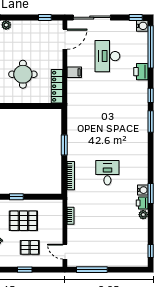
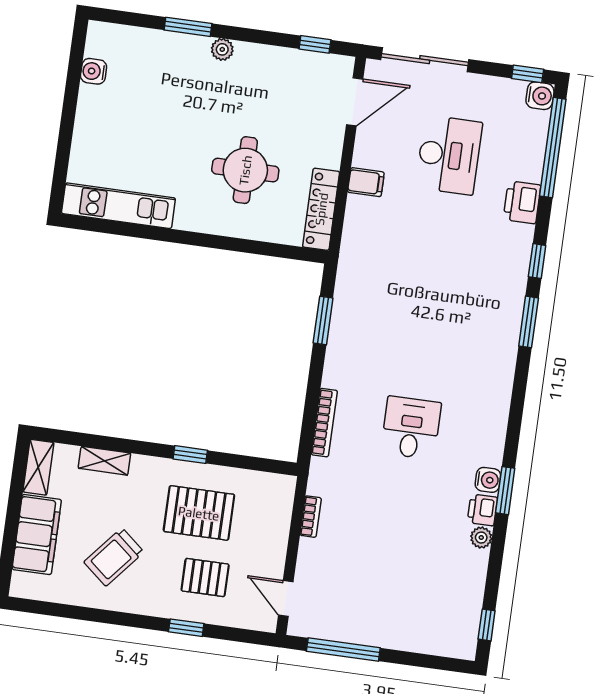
desk: (107, 56) -> (449, 155), turned 180
window: (64, 145) -> (323, 320), moved

